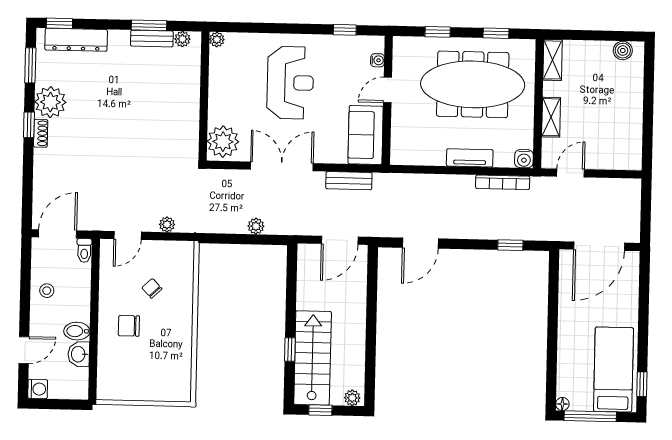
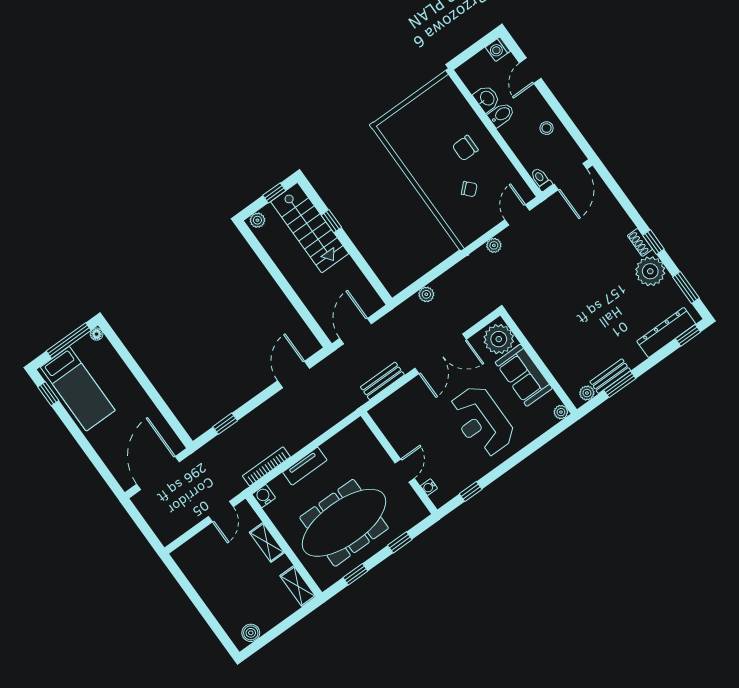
sofa: (366, 135) -> (524, 375), moved, turned 180
chair: (129, 326) -> (465, 148), turned 180

